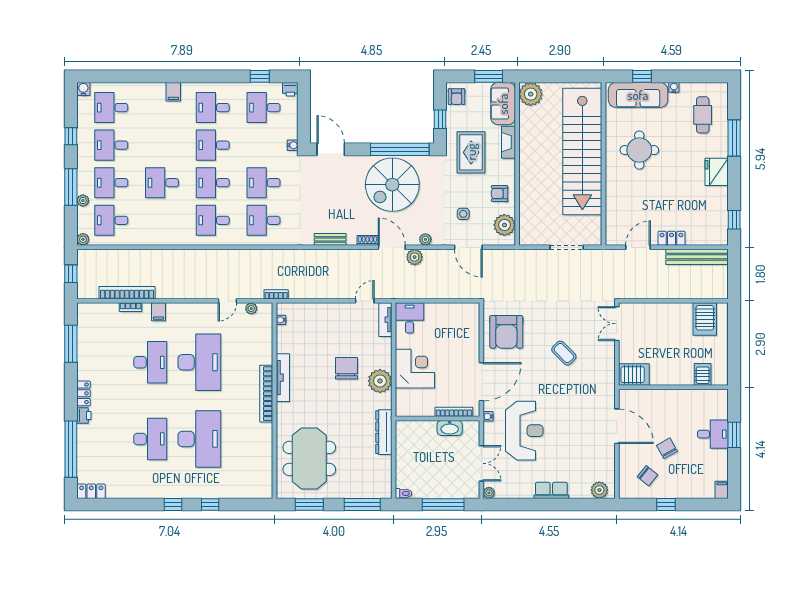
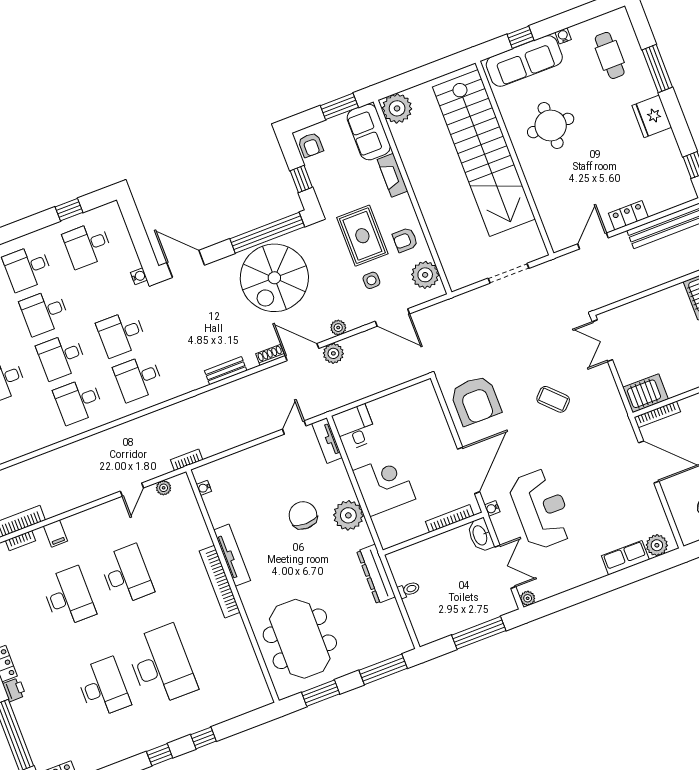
printer: (290, 89) -> (111, 211), removed
rug: (471, 152) -> (362, 236), moved
desk: (199, 362) -> (126, 575), width x0.73, depth x0.77
bookcase: (637, 394) -> (657, 414), added
washbasin: (450, 428) -> (480, 535), moved, turned 90
row of seats: (551, 490) -> (625, 558), moved
toilet: (404, 493) -> (409, 590), moved

